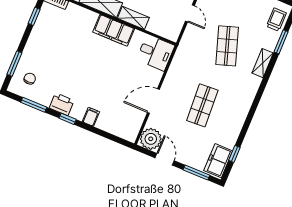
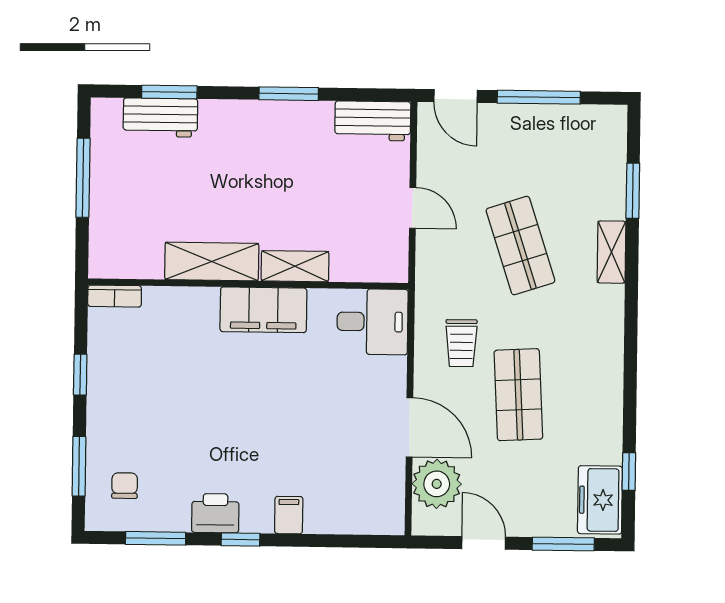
window: (34, 16) -> (80, 375), moved
trolley: (276, 20) -> (461, 343), moved, turned 180
door: (153, 101) -> (410, 427), swing flipped
plant: (151, 139) -> (437, 484), moved

